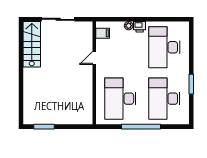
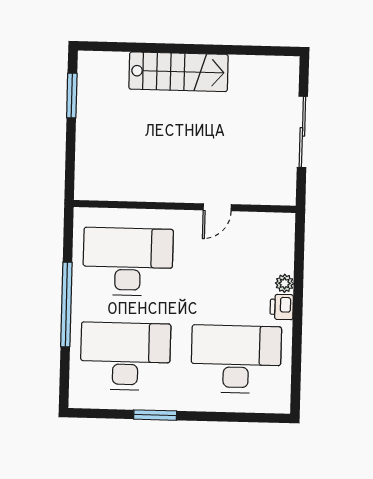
filing cabinet: (103, 33) -> (270, 227), removed
stairs: (32, 44) -> (178, 72), moved
door: (94, 58) -> (217, 207), swing flipped

